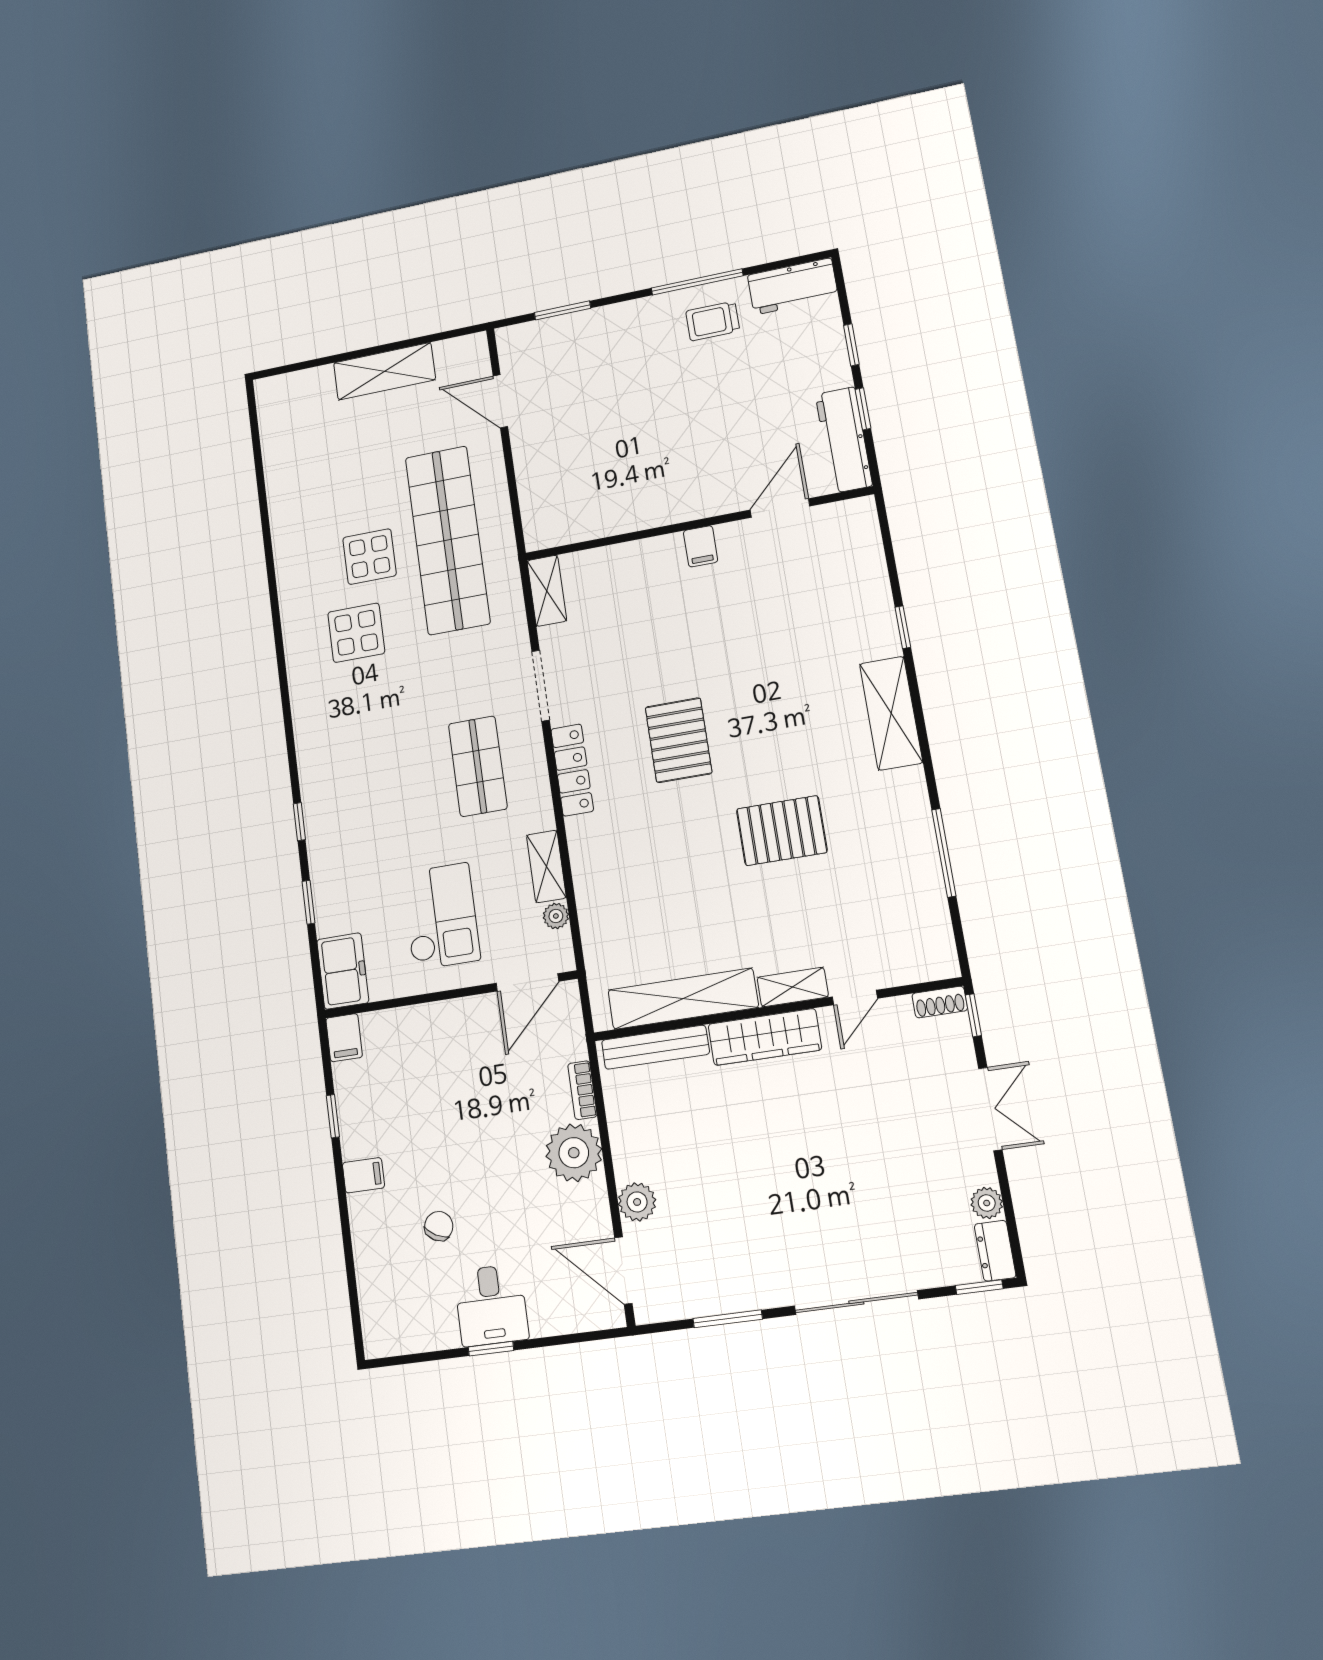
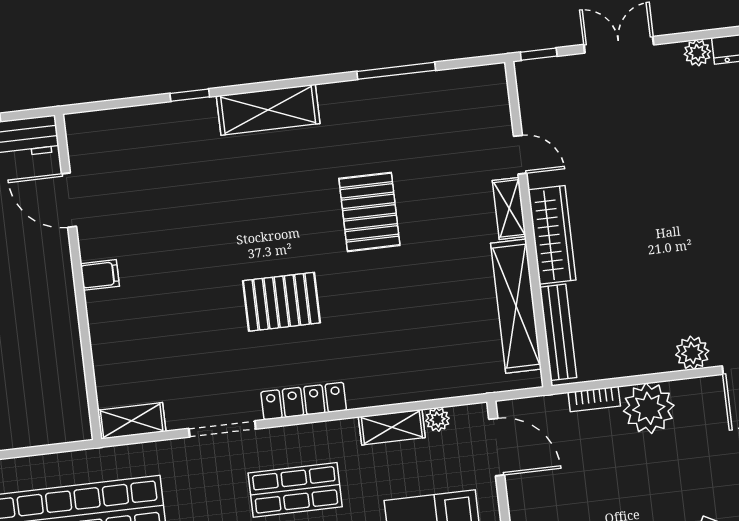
shoe rack: (940, 1002) -> (526, 82), removed

